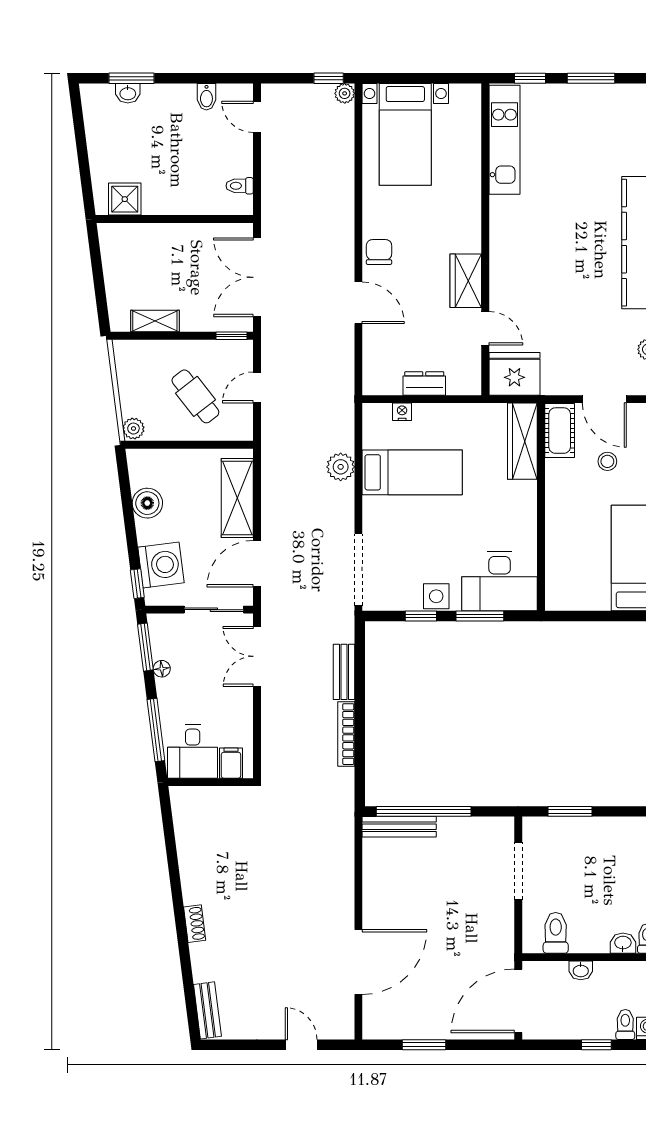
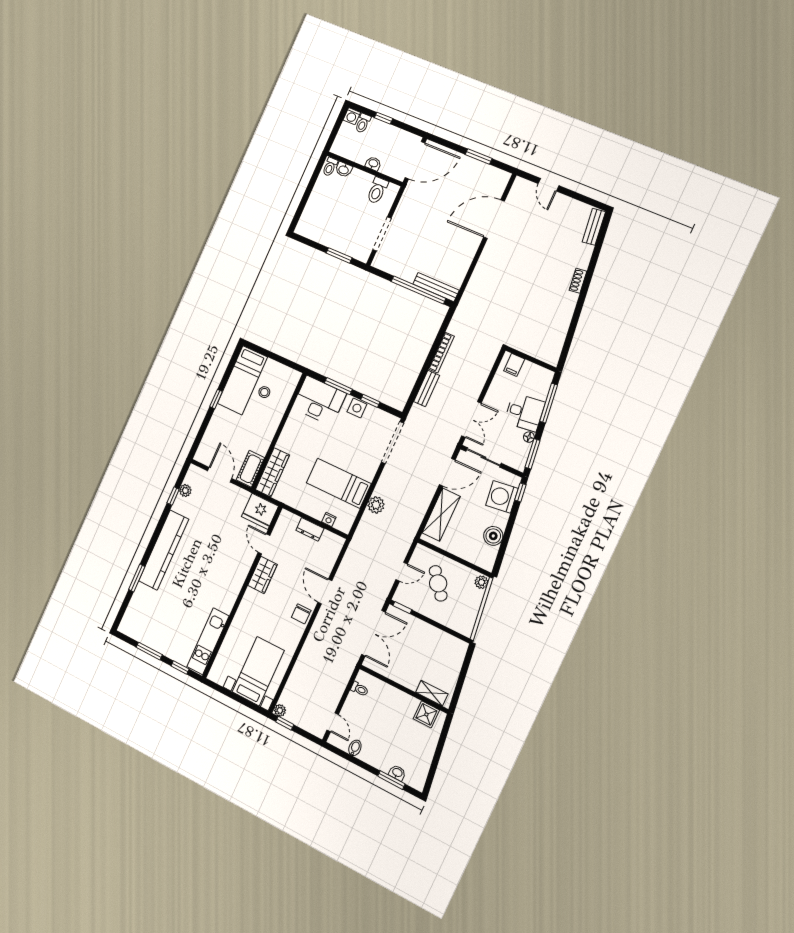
shelving: (155, 321) -> (432, 693), moved
stool: (607, 461) -> (264, 392), moved
desk: (193, 752) -> (524, 412), moved, turned 83

